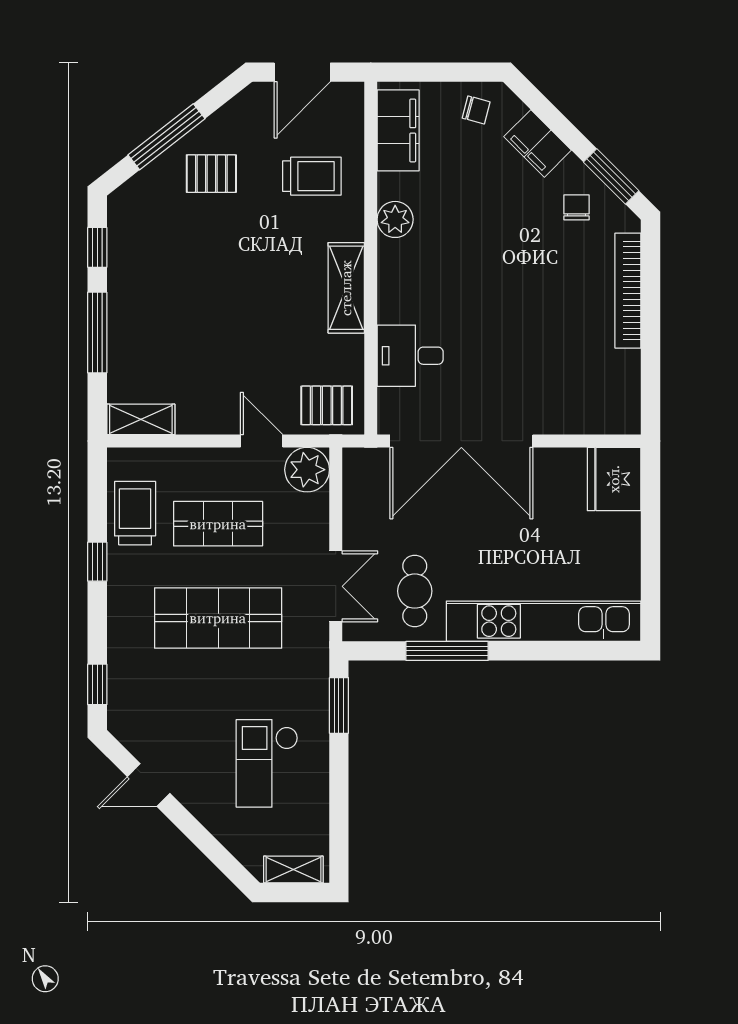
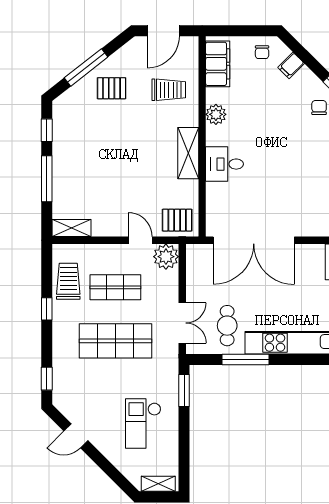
chair: (476, 110) -> (262, 52), turned 75
filing cabinet: (538, 143) -> (291, 65), width x0.50
desk: (410, 356) -> (225, 164), moved

